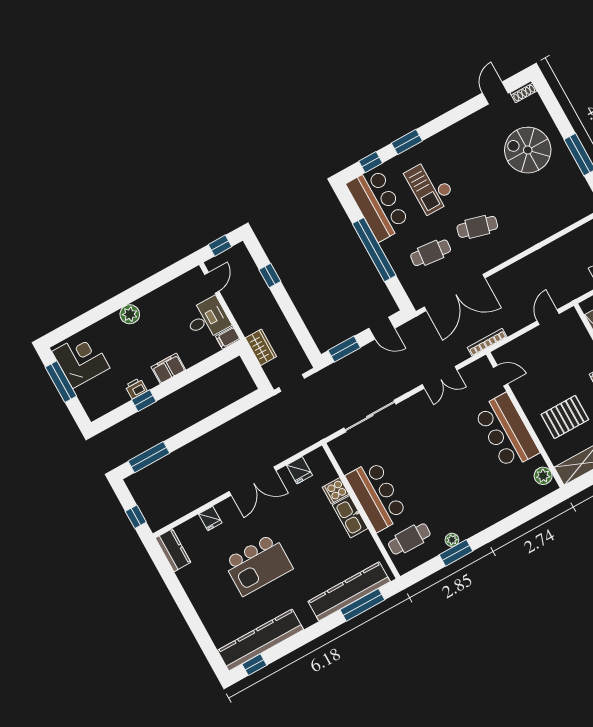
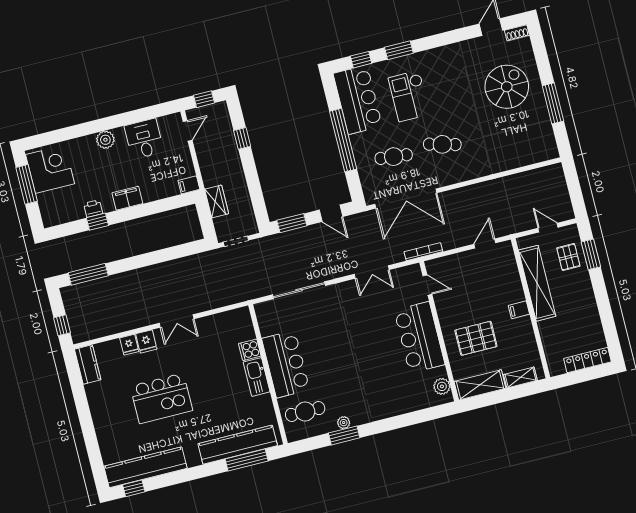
spiral stairs: (528, 150) -> (507, 87), turned 90
desk: (207, 319) -> (144, 139), moved, turned -90
fridge: (299, 470) -> (146, 341), moved
double door: (253, 481) -> (177, 321), width x0.73

